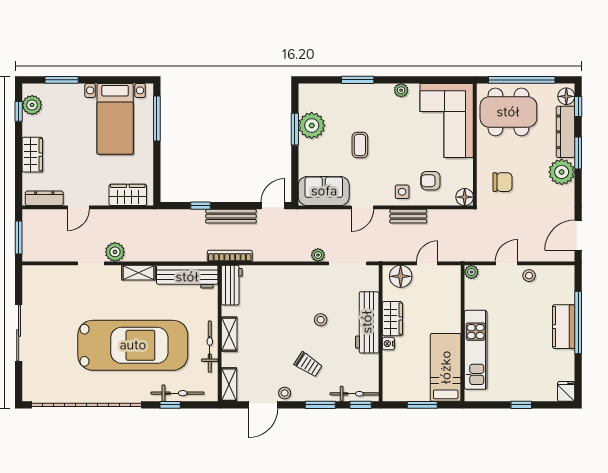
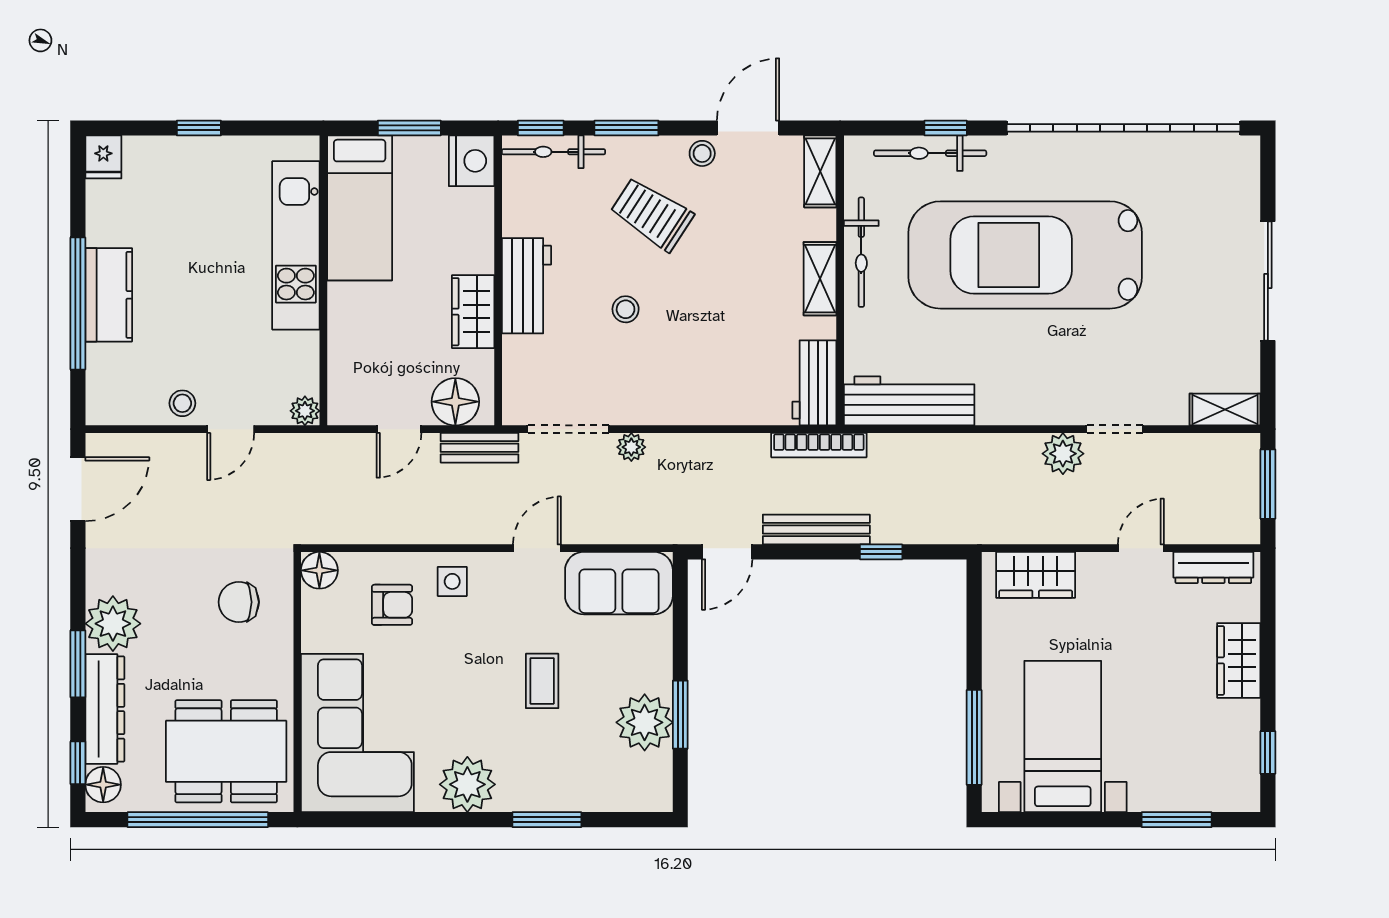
plant: (401, 90) -> (467, 784), width x1.87, depth x1.87
plant: (32, 105) -> (1239, 766), removed
bench: (408, 216) -> (480, 448), moved
shelving: (139, 273) -> (1225, 410), moved
workbench: (367, 322) -> (526, 286), width x0.73
nightstand: (388, 344) -> (472, 161), moved, width x1.89, depth x1.79
trolley: (308, 364) -> (652, 214), width x1.36, depth x1.39

